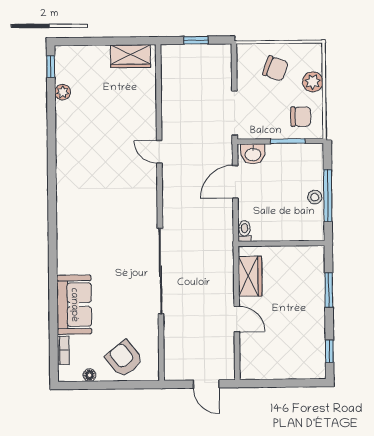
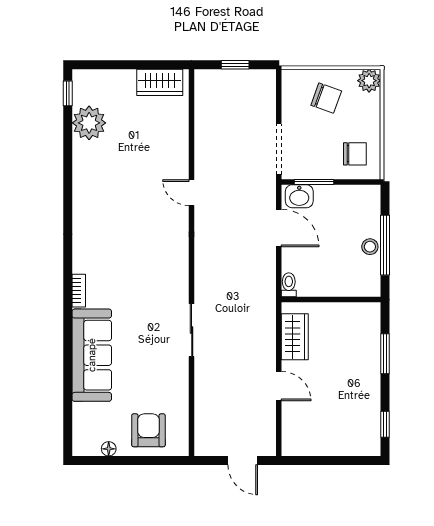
plant: (313, 82) -> (369, 81), moved
plant: (63, 92) -> (89, 123), width x1.88, depth x1.88
window: (288, 141) -> (314, 182), moved
door: (235, 182) -> (279, 228), swing flipped
sliding door: (160, 271) -> (192, 330), width x0.54
sofa: (74, 305) -> (92, 355), width x1.36
bookcase: (63, 350) -> (79, 291), moved
armchair: (124, 359) -> (148, 430), turned 38

